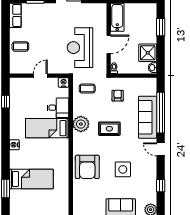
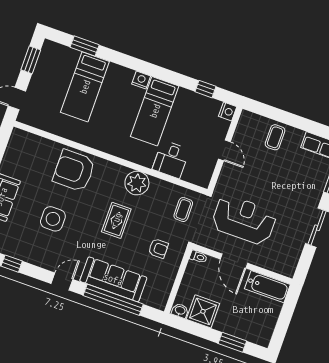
nightstand: (64, 82) -> (228, 111), moved
bed: (47, 128) -> (155, 111), moved, turned 180

